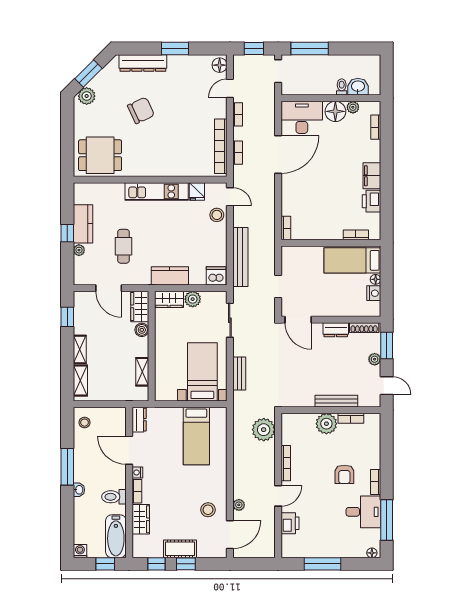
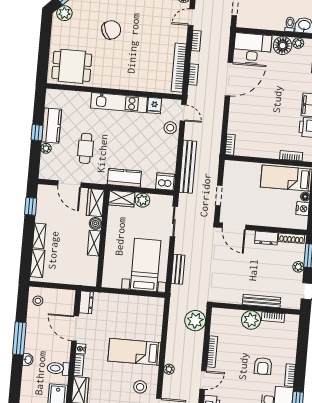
shelving: (142, 372) -> (94, 243), moved
bed: (196, 436) -> (134, 352), moved, turned 90
plant: (239, 505) -> (169, 369), moved

